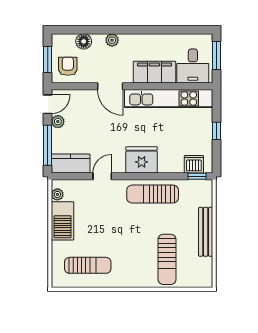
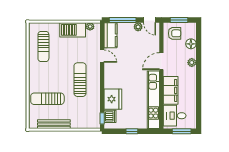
fridge: (142, 160) -> (113, 99), moved
sun lounger: (153, 194) -> (80, 80), moved
bench: (206, 232) -> (54, 124), moved

